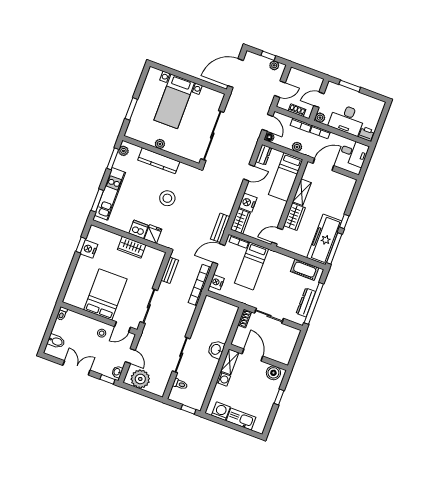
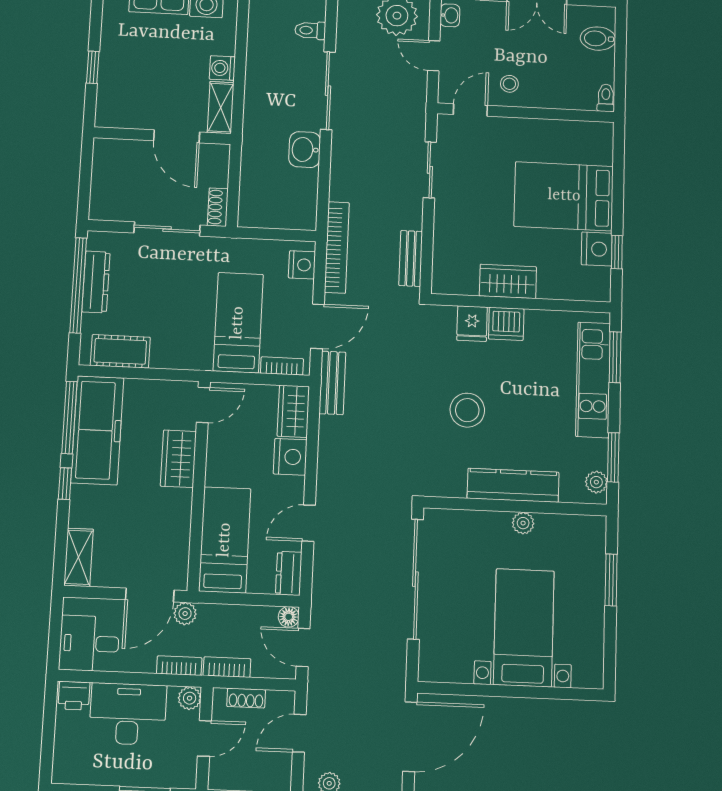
plant: (297, 147) -> (185, 614), moved
shelving: (302, 192) -> (79, 557), moved
bed: (105, 294) -> (564, 196), moved, turned 90
sliding door: (149, 306) -> (430, 170), width x0.73
washbasin: (216, 350) -> (305, 150), moved, turned 180
boiler: (273, 373) -> (120, 113), removed

